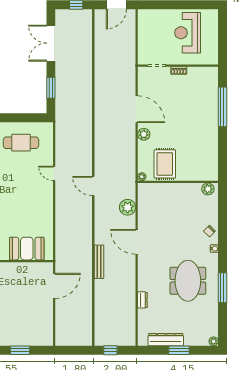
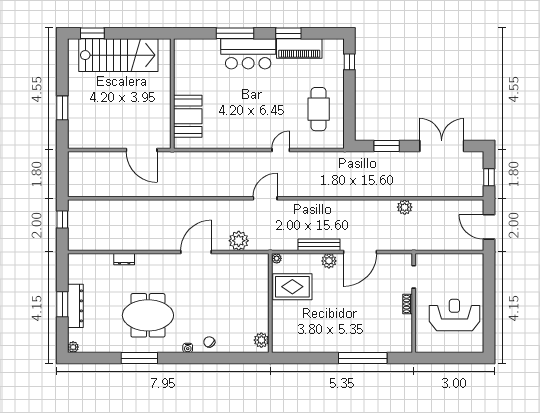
plant: (100, 73) -> (405, 207), added
bench: (99, 262) -> (319, 245), moved
dresser: (166, 340) -> (75, 306), moved

